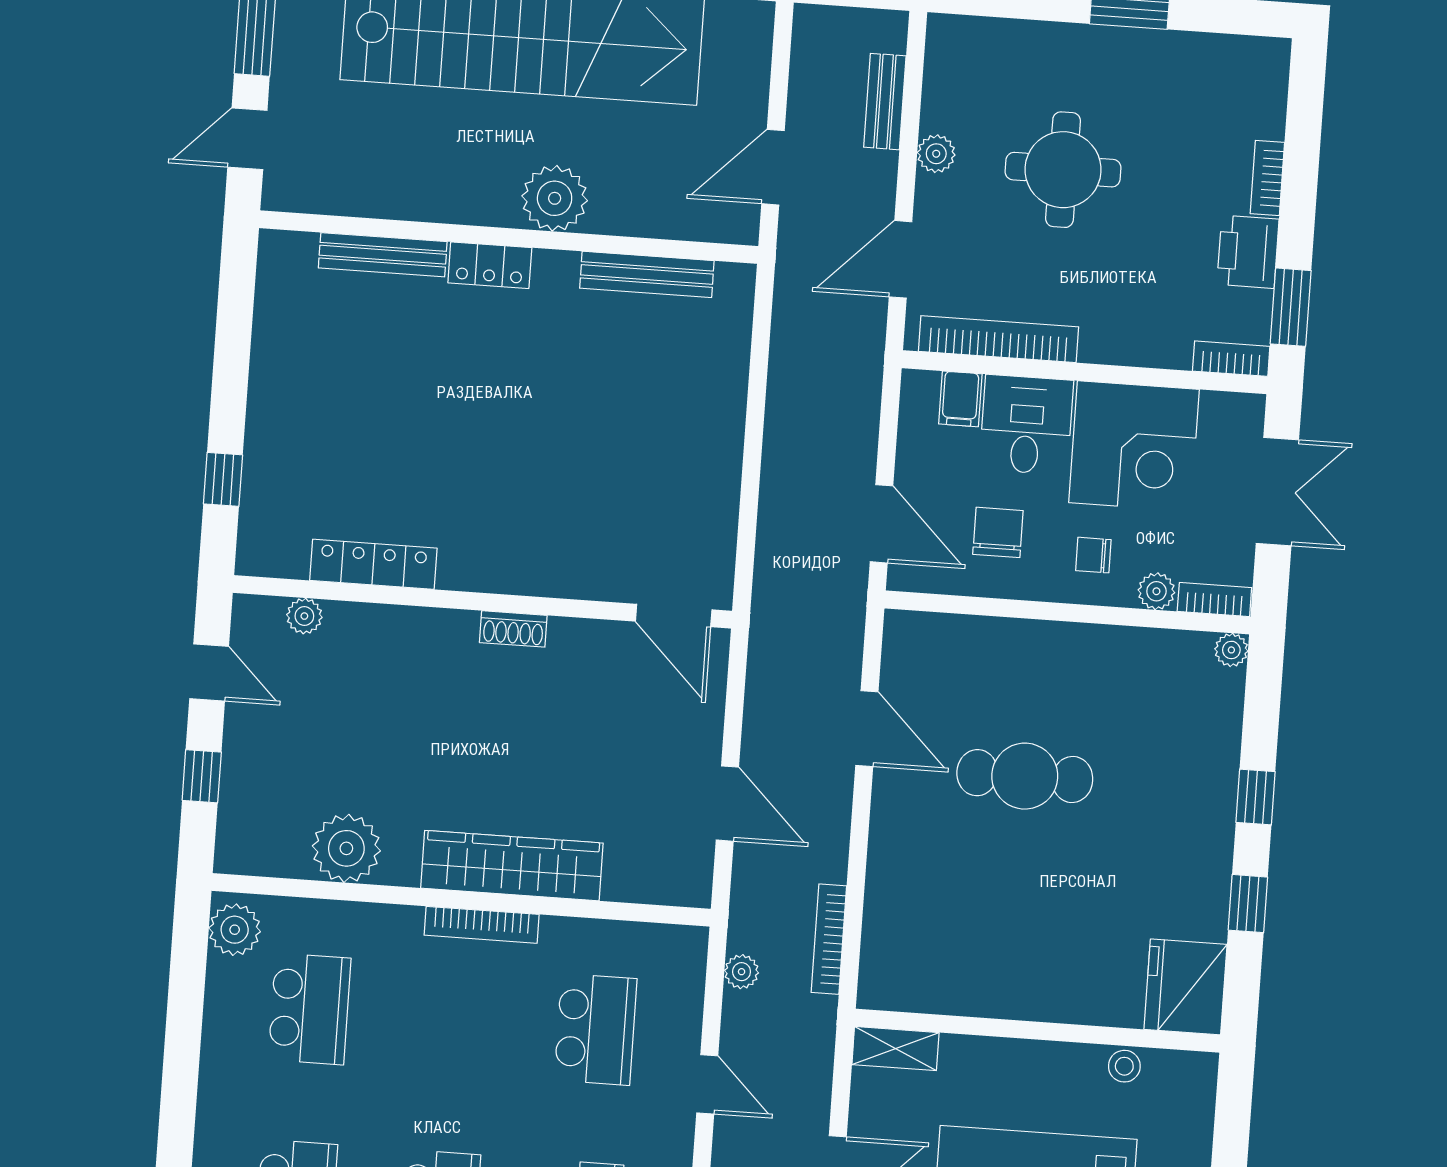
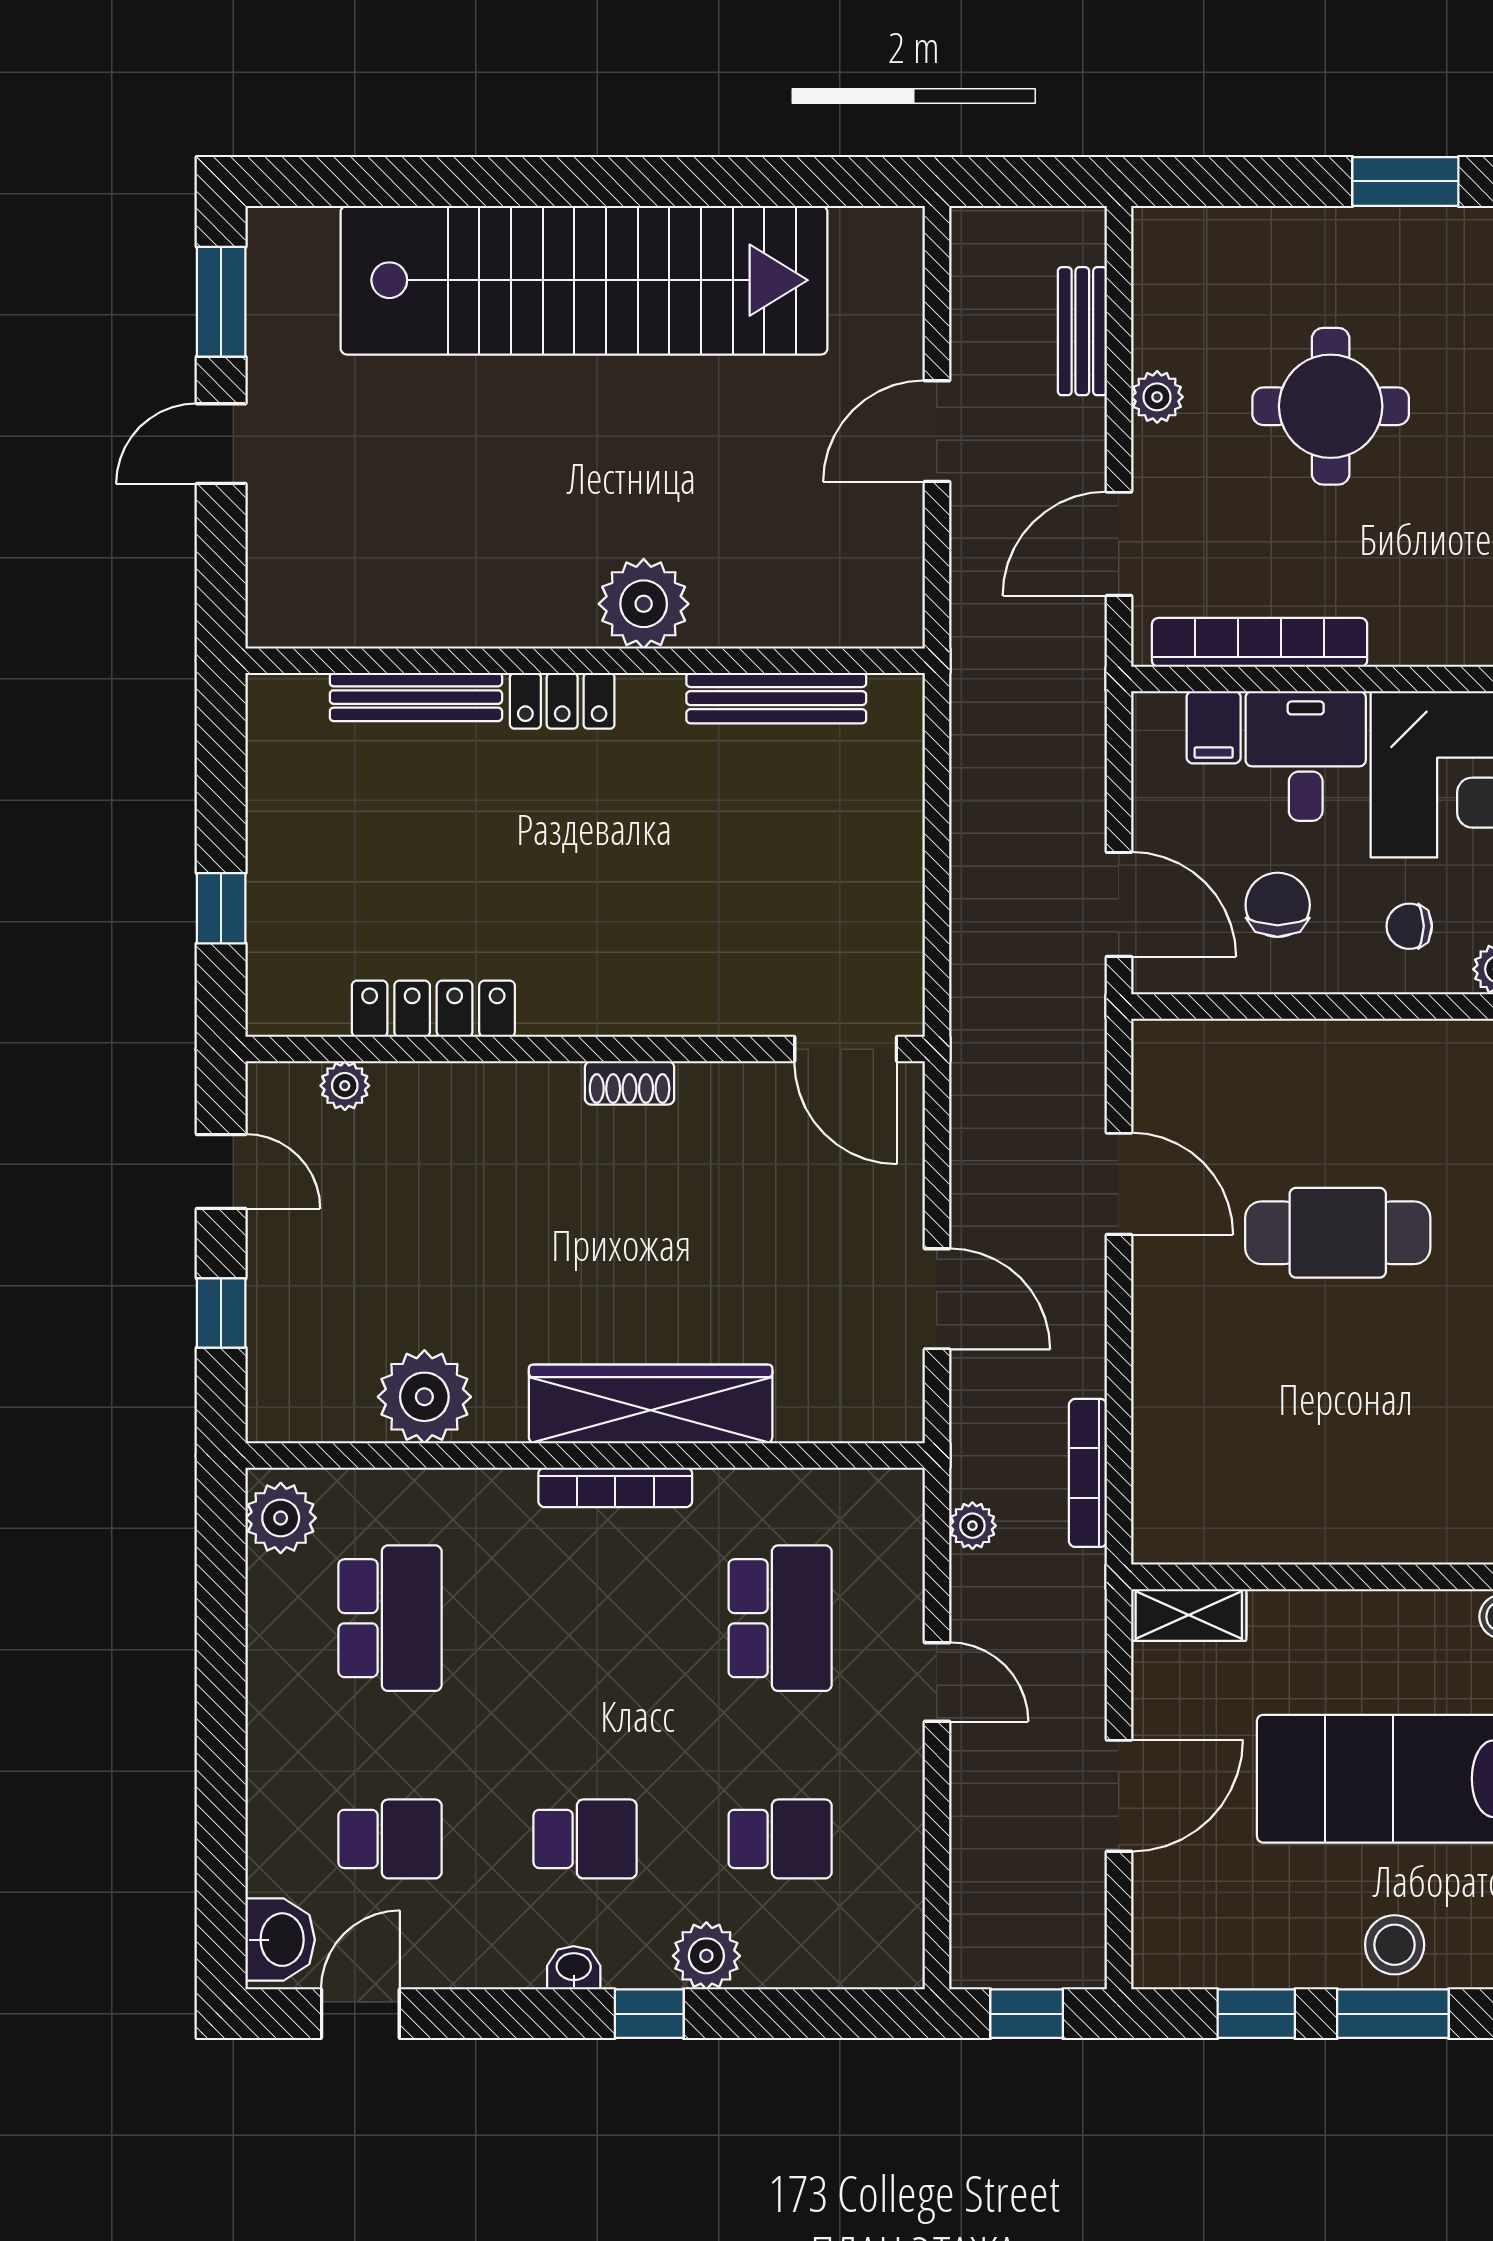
plant: (555, 198) -> (644, 604), moved
wall: (509, 237) -> (585, 661), moved
bench: (383, 255) -> (416, 697), moved
locker: (490, 265) -> (562, 701), moved
bench: (647, 274) -> (776, 698), moved

